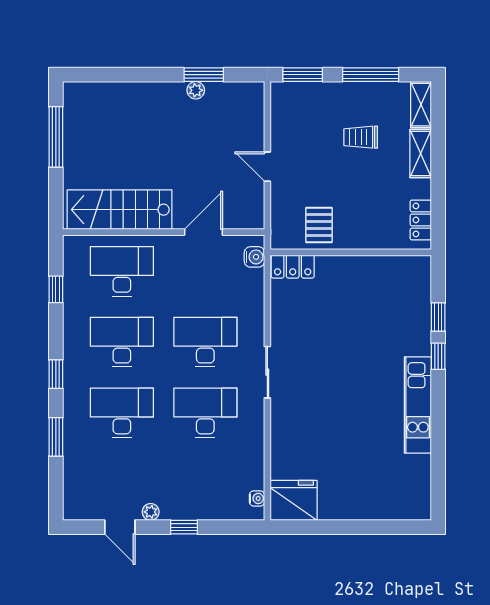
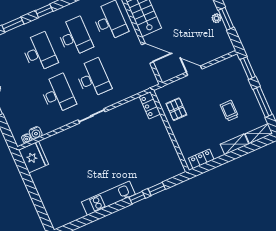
door: (267, 167) -> (194, 71), hinge flipped
pallet: (319, 225) -> (176, 109), turned 90
water cooler: (254, 257) -> (36, 133), moved

